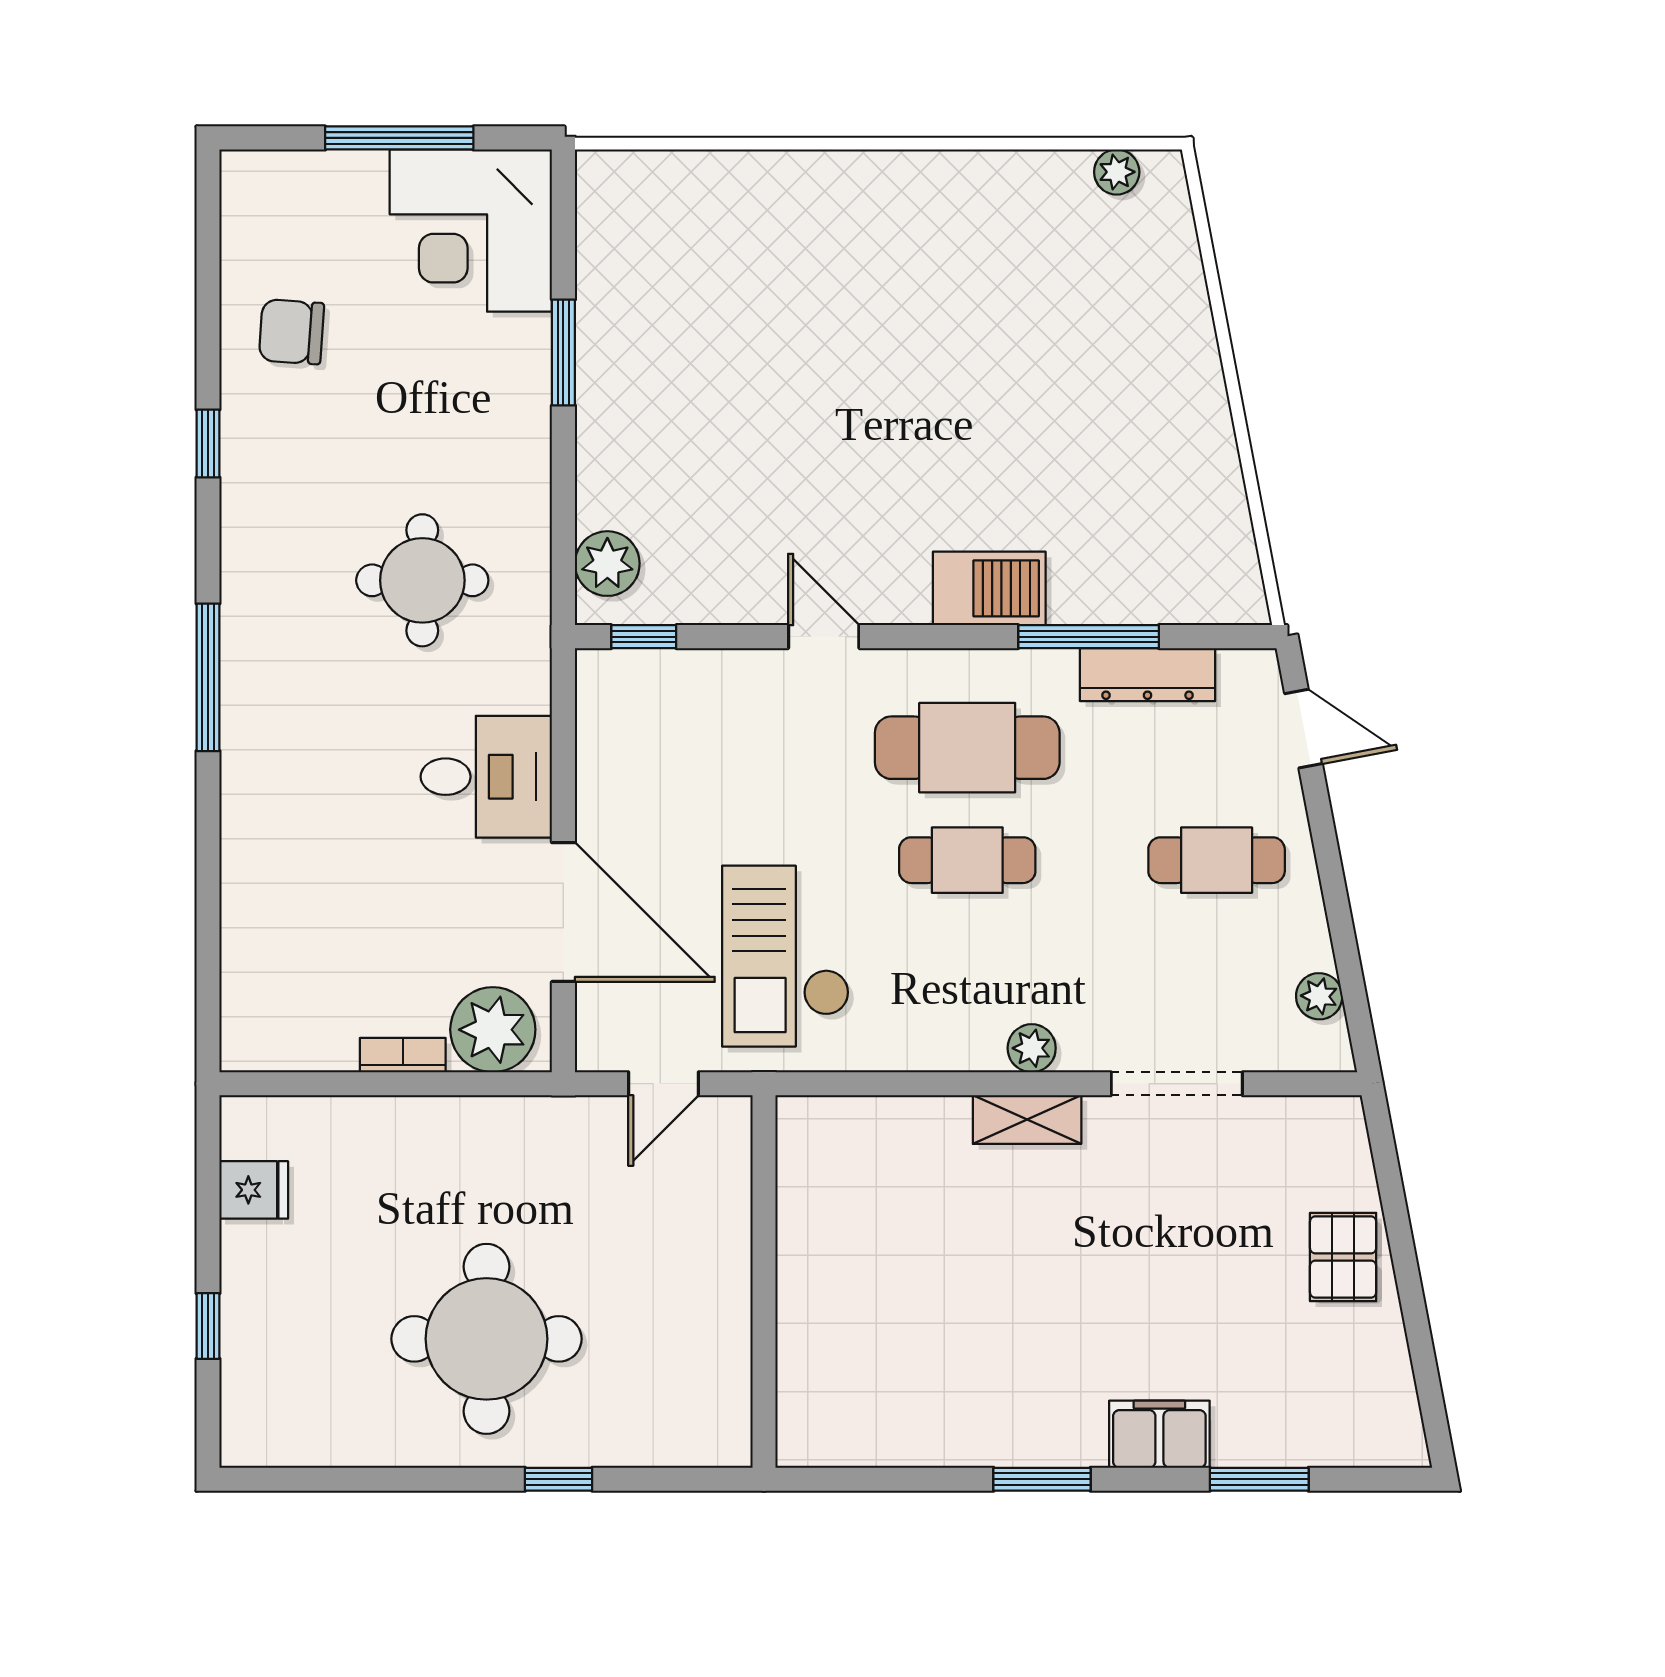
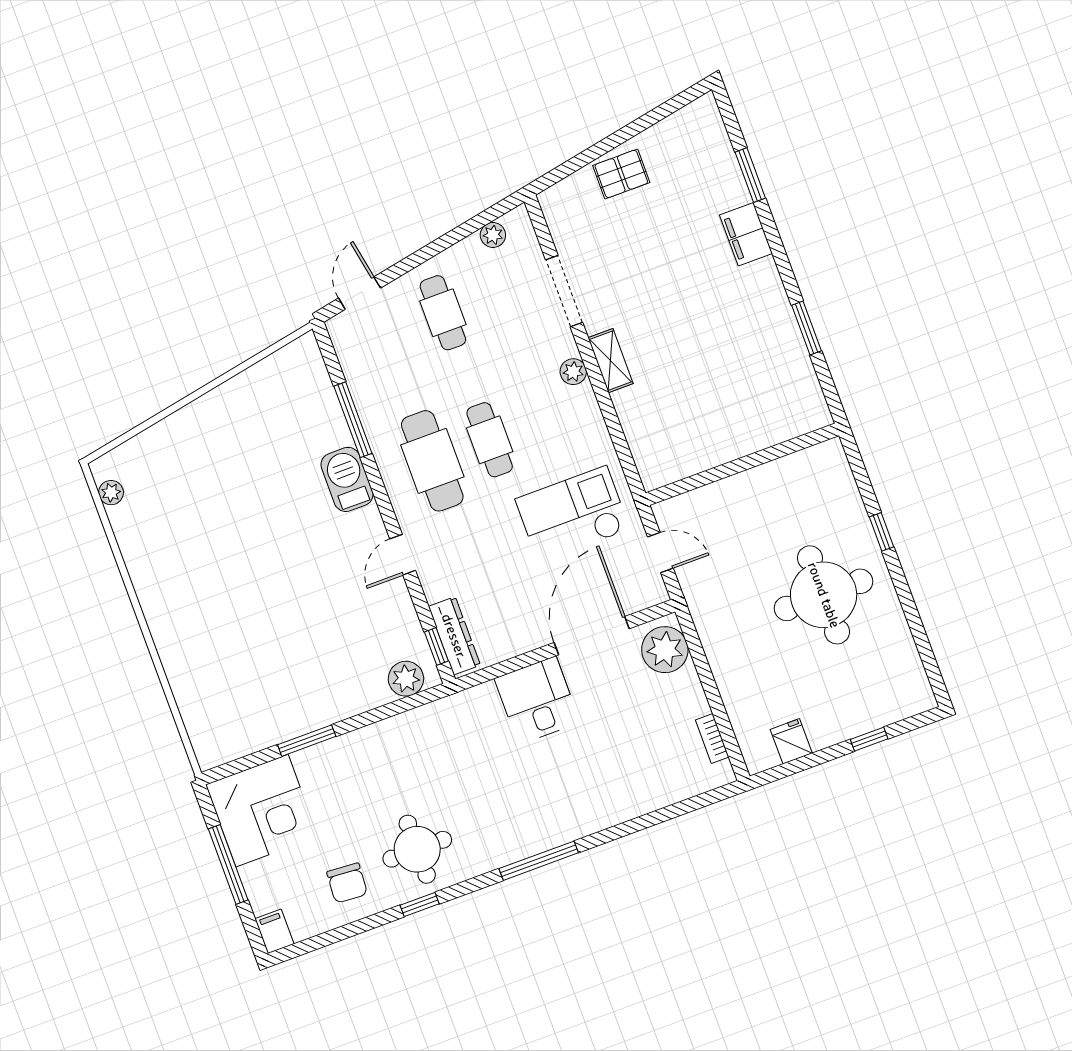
filing cabinet: (254, 175) -> (274, 931), added
round table: (422, 580) -> (417, 849), moved
dresser: (1148, 675) -> (454, 636), moved
checkout: (786, 956) -> (573, 514), turned 180
bookcase: (403, 1055) -> (712, 738), moved
window: (1042, 1479) -> (806, 328), moved

